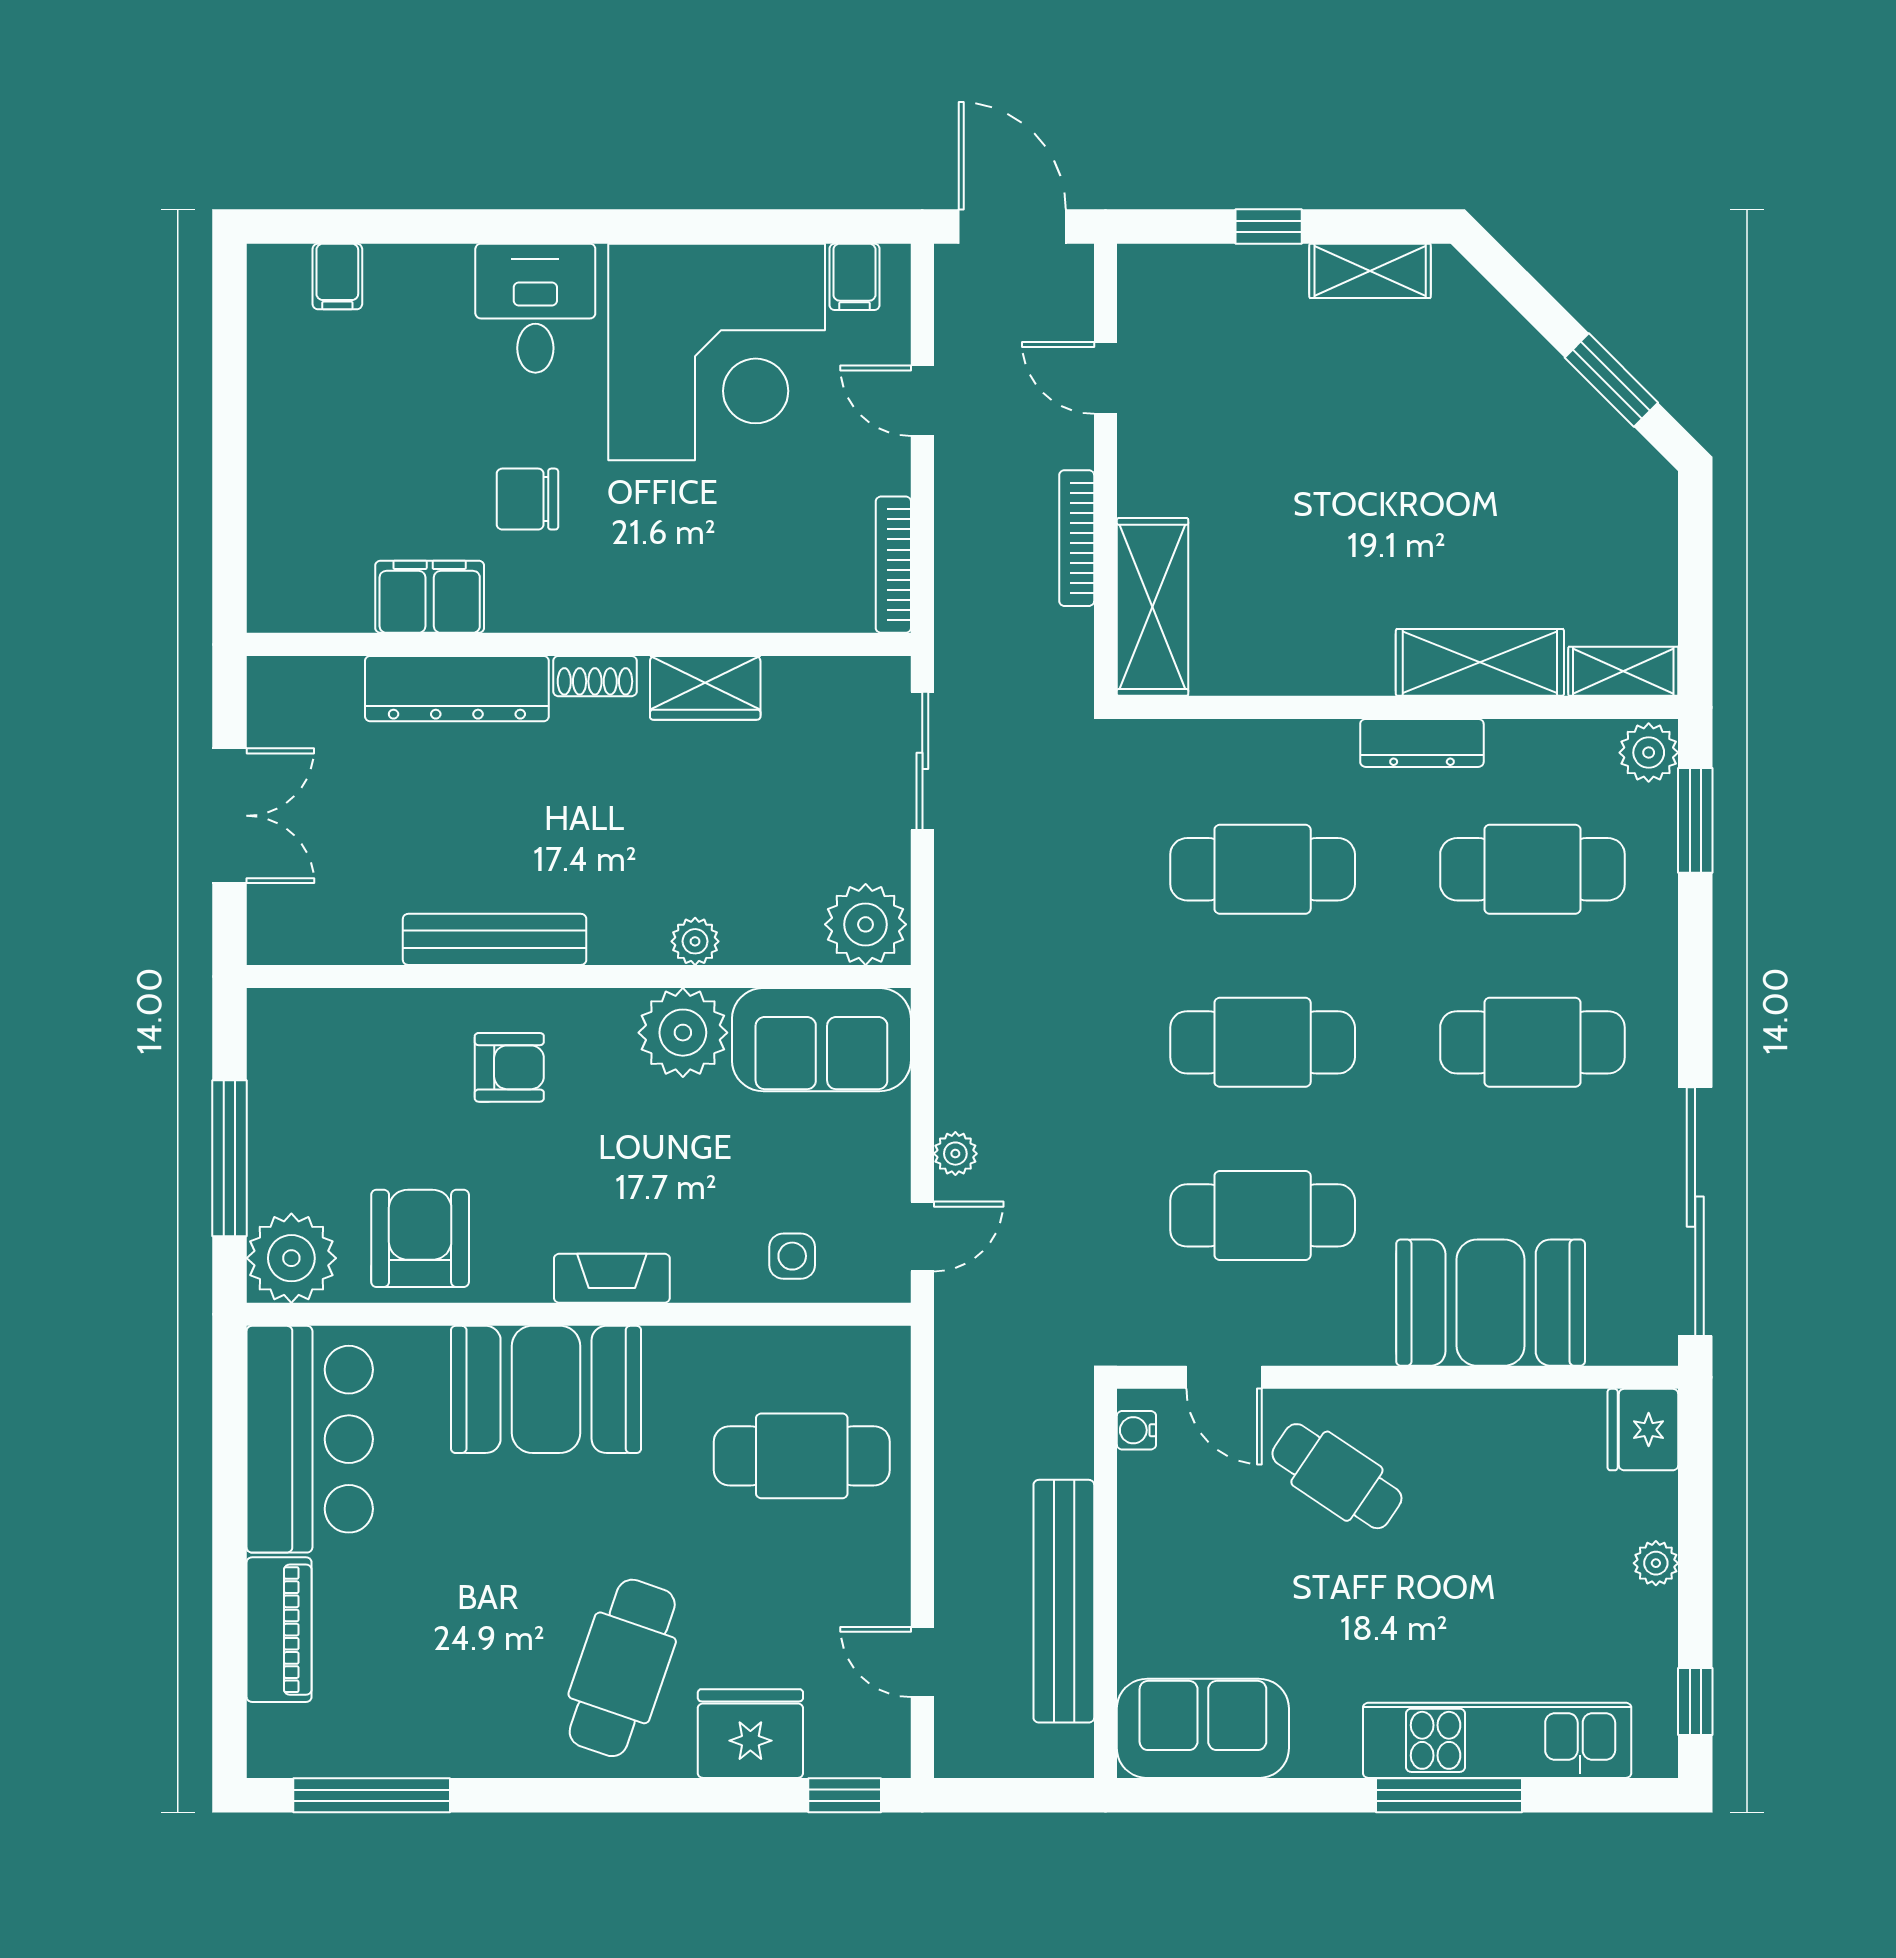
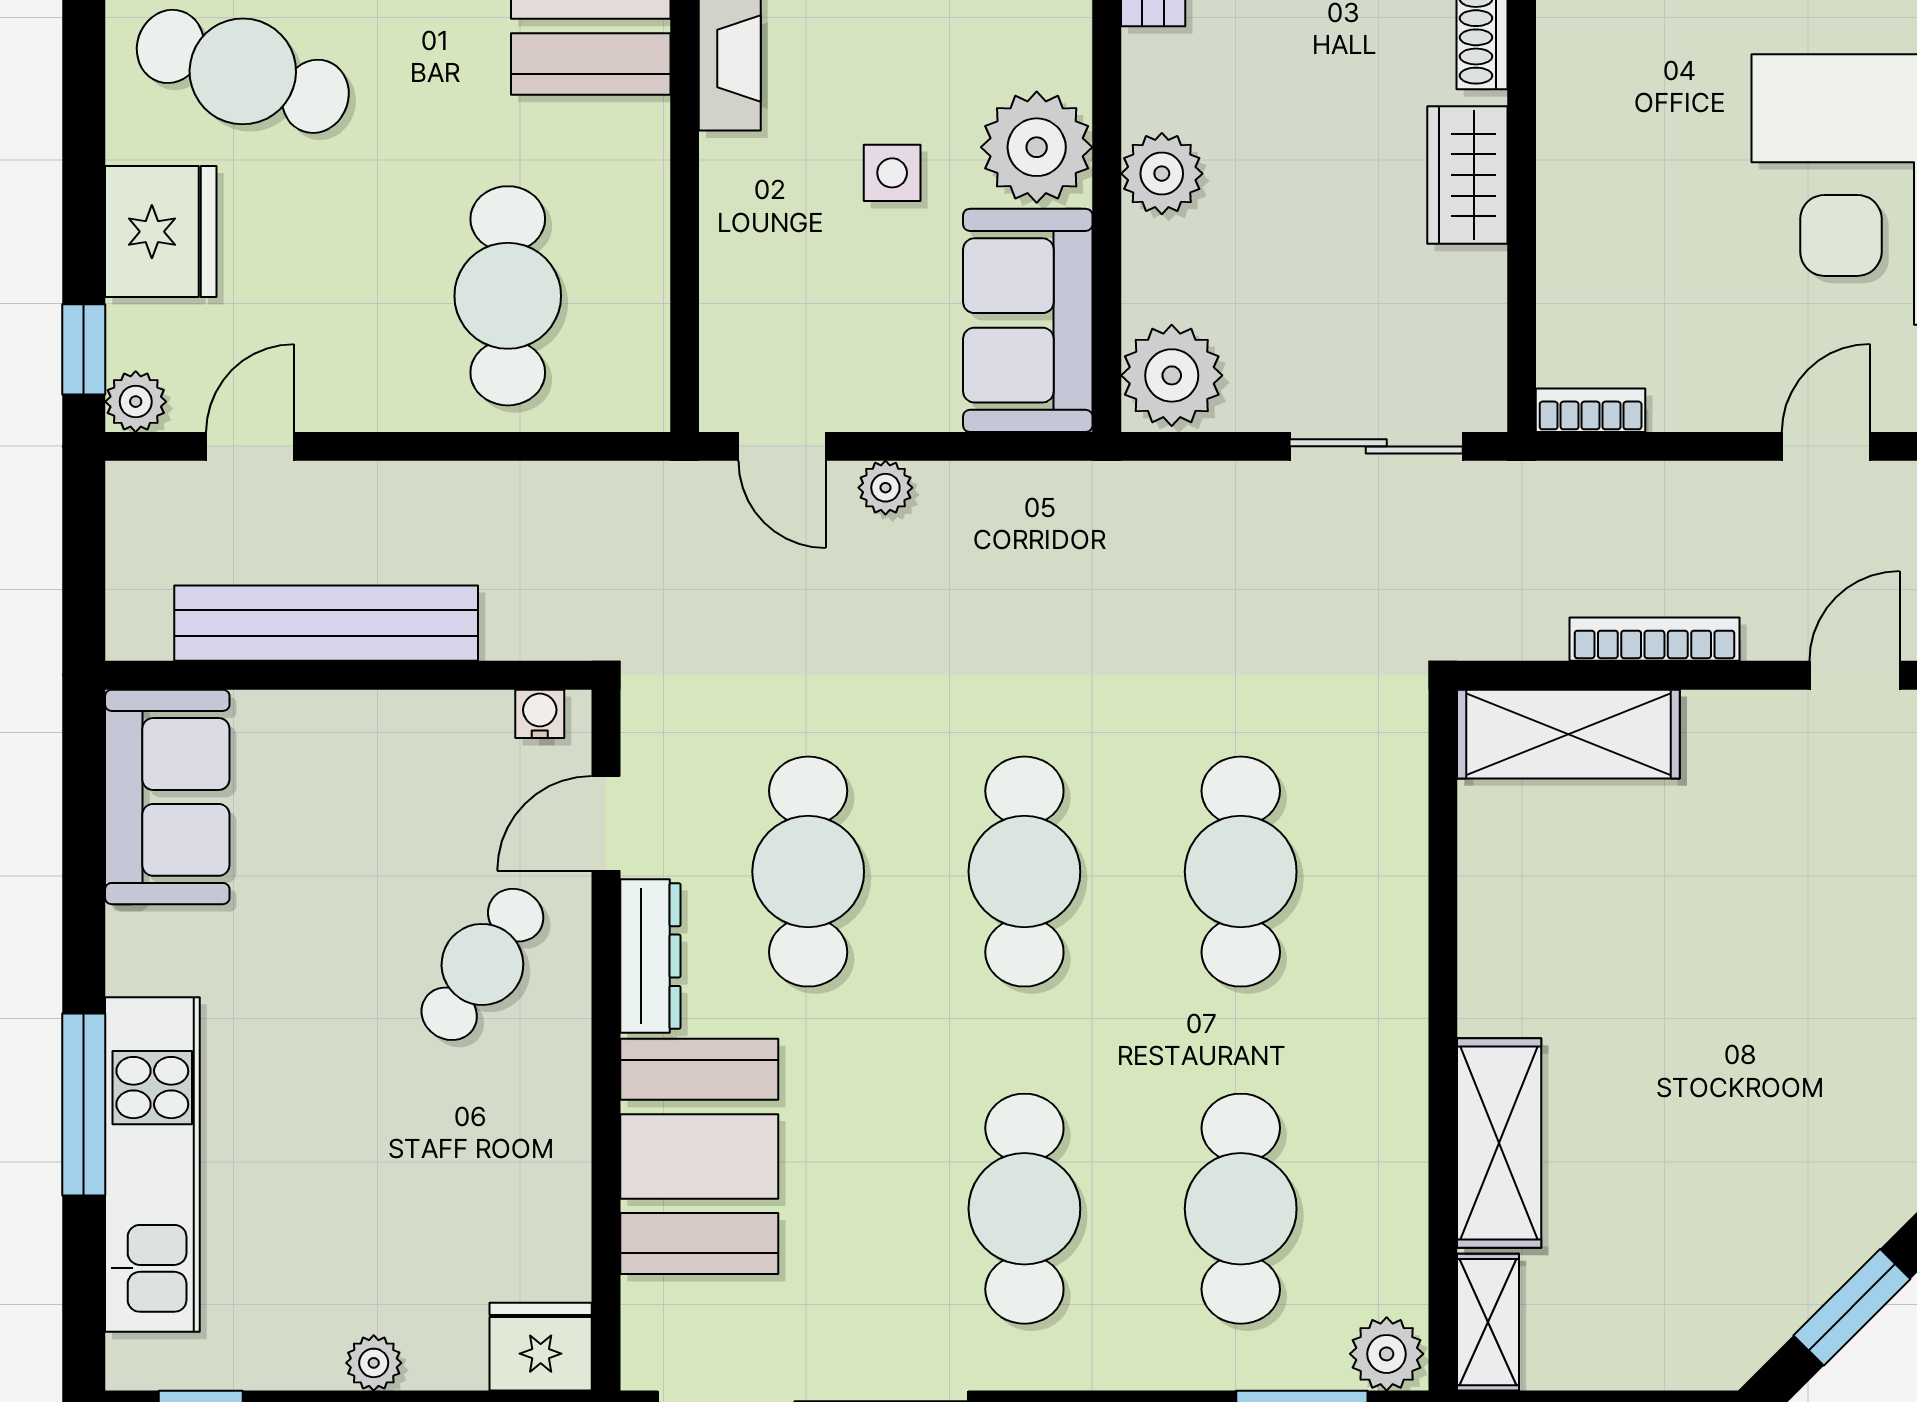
bookcase: (893, 565) -> (1591, 410), width x0.64
dresser: (1422, 743) -> (650, 956), moved, turned 180
plant: (695, 941) -> (1162, 174), width x1.38, depth x1.38
side table: (792, 1256) -> (892, 173), moved
plant: (886, 1754) -> (136, 402), added

